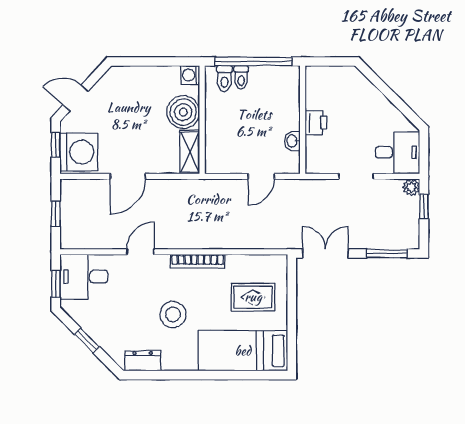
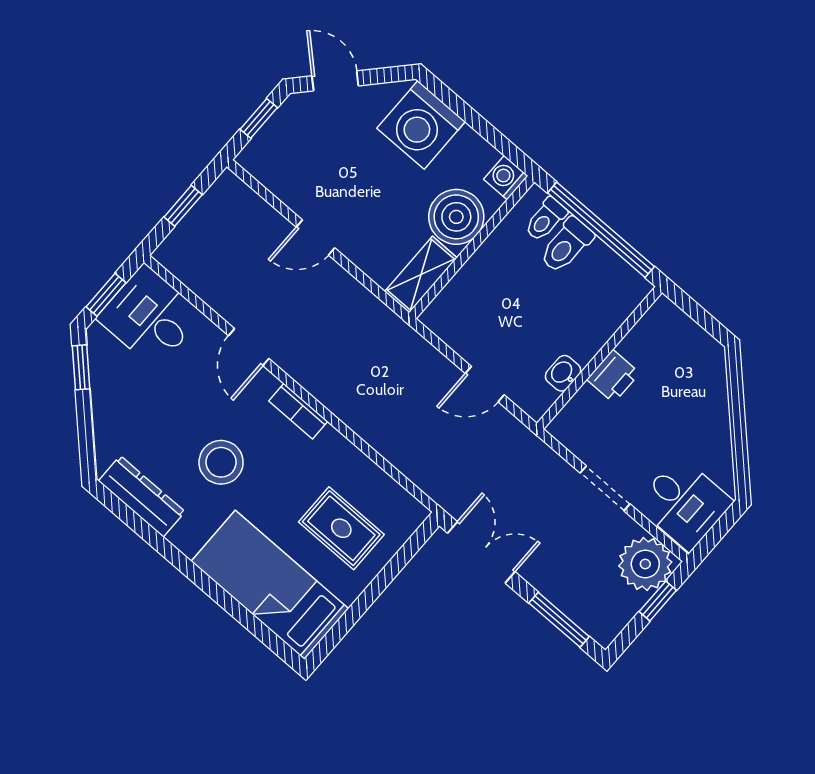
toilet: (241, 77) -> (566, 245), width x1.37, depth x1.39
washing machine: (79, 152) -> (421, 125), moved, turned 90
door: (128, 176) -> (315, 237), width x0.73
plant: (411, 187) -> (645, 564), width x1.88, depth x1.88
door: (140, 252) -> (249, 347), swing flipped
bookcase: (198, 261) -> (298, 411), width x0.64
window: (87, 340) -> (81, 367), moved
dresser: (143, 361) -> (142, 496), width x1.44

